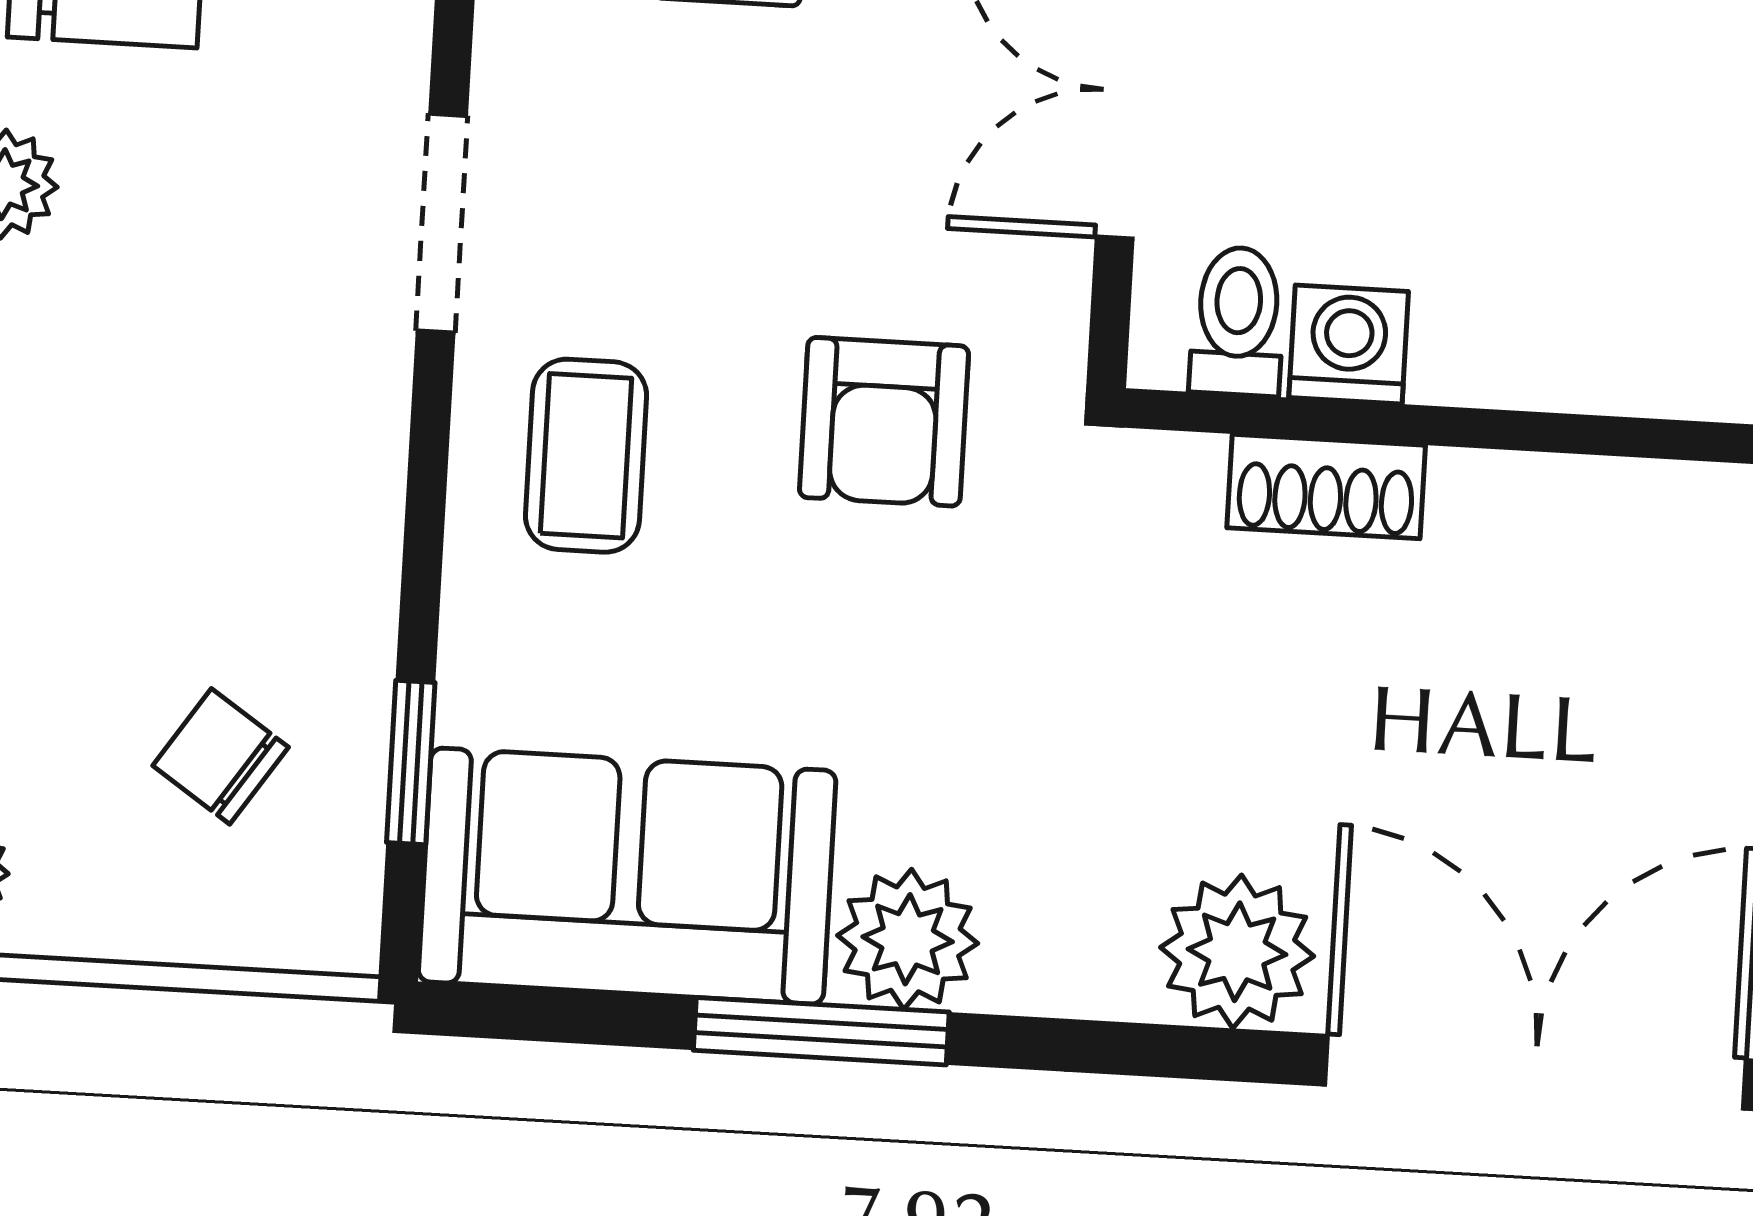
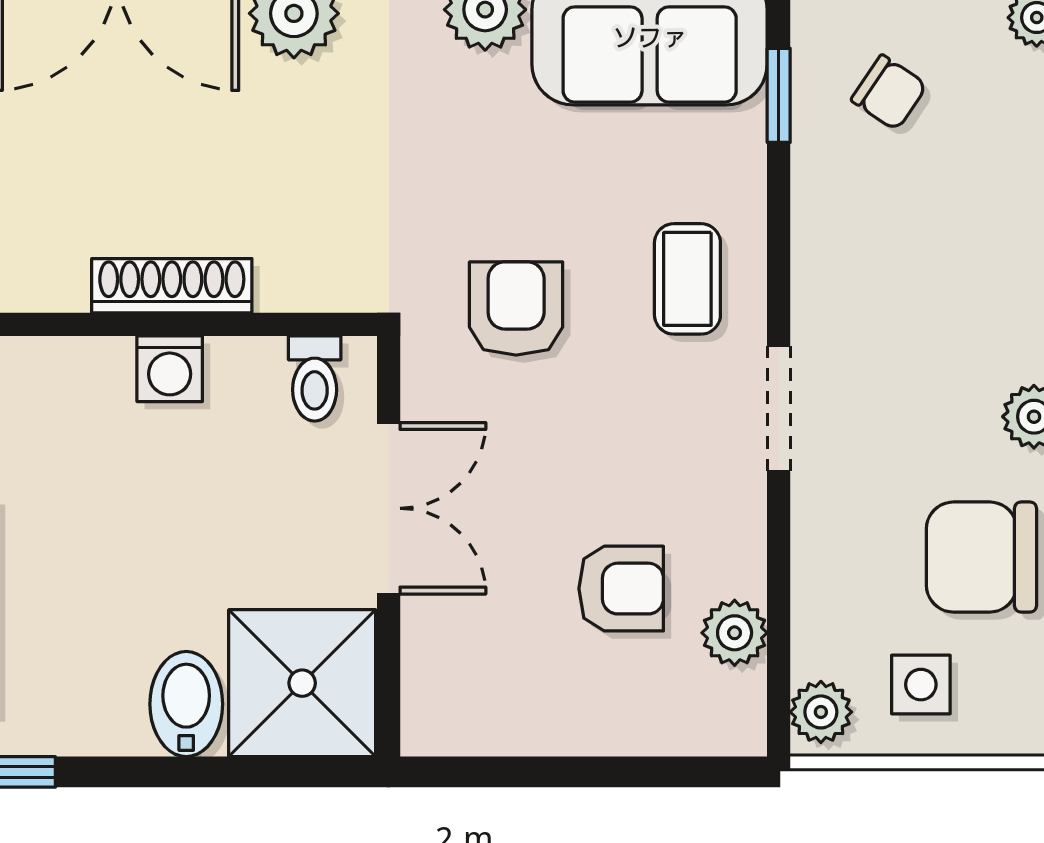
washing machine: (1349, 344) -> (170, 369), moved
shoe rack: (1326, 486) -> (172, 286), moved, width x1.43

